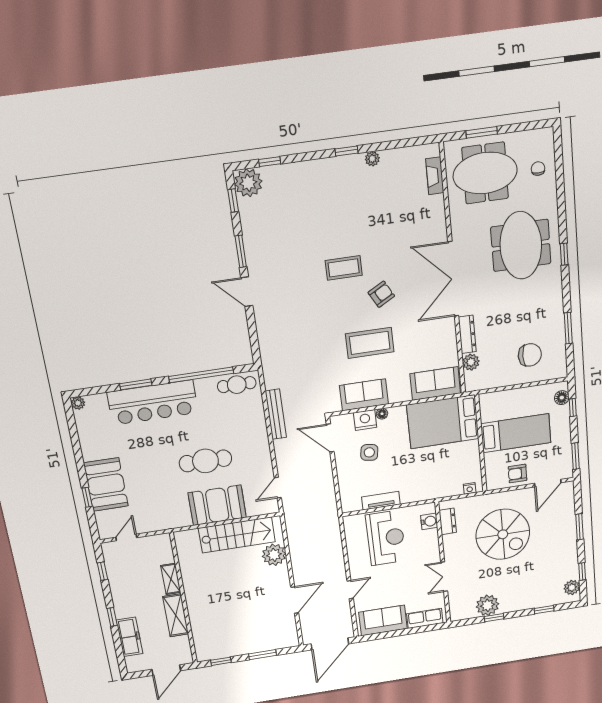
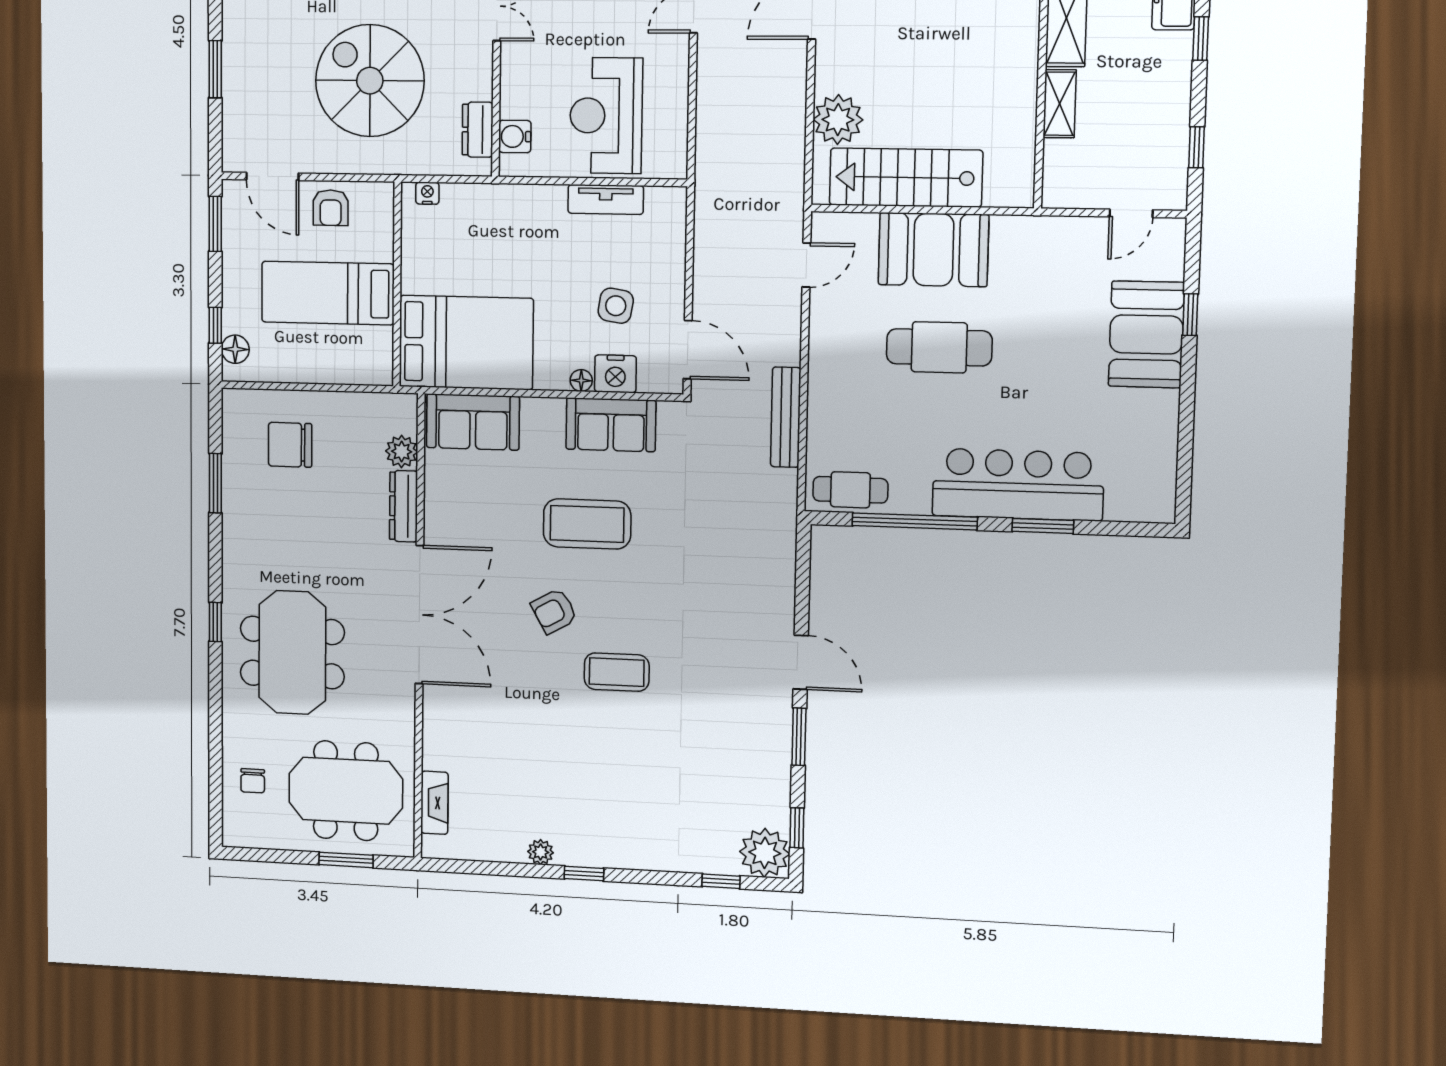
plant: (78, 403) -> (1162, 510), removed
armchair: (518, 474) -> (331, 208), turned 90
door: (548, 483) -> (273, 176), swing flipped

